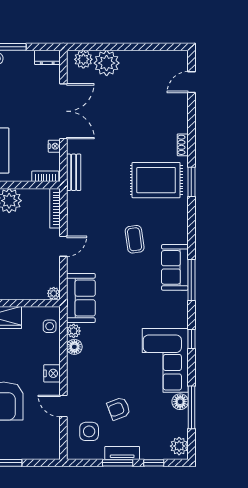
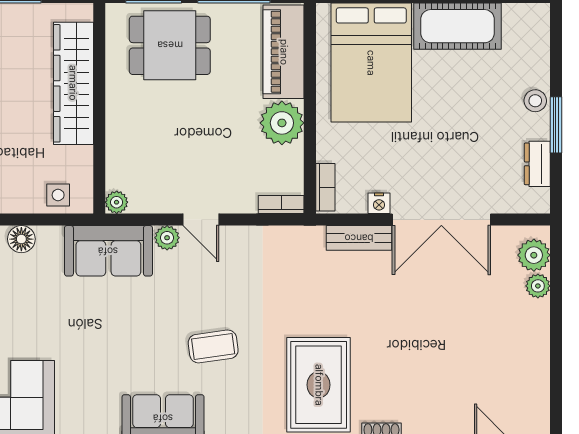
dresser: (47, 57) -> (537, 164), moved
plant: (107, 63) -> (538, 286), width x0.53, depth x0.53
bench: (74, 172) -> (359, 238), moved
bookcase: (55, 208) -> (281, 204), width x0.64
plant: (74, 331) -> (167, 238), moved

